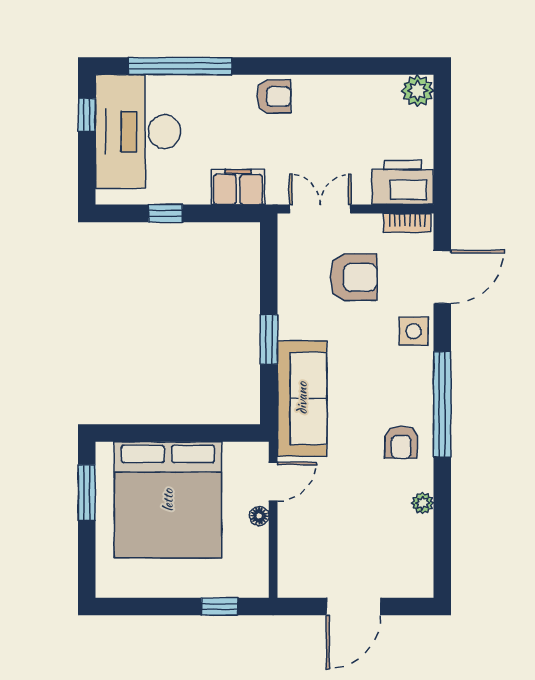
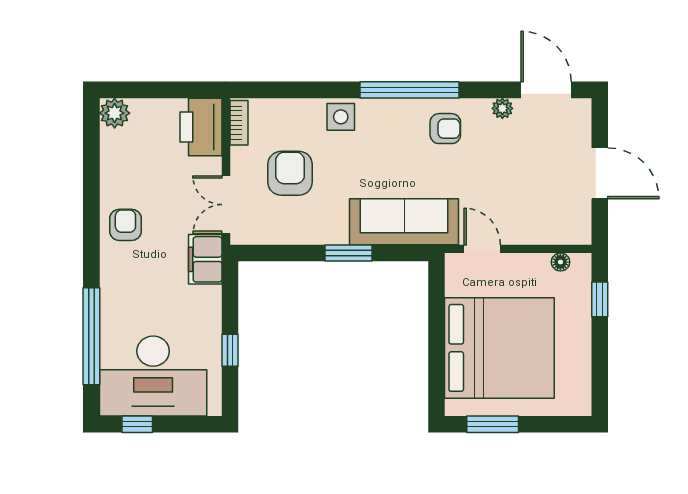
armchair: (274, 96) -> (125, 225), moved
filing cabinet: (238, 187) -> (205, 259), moved
door: (442, 277) -> (546, 90), moved
floor lamp: (259, 516) -> (560, 262), moved

